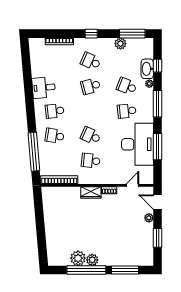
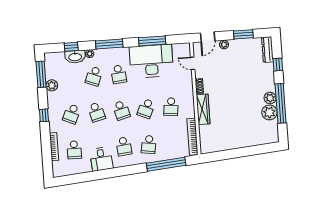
school desk: (55, 61) -> (74, 150), added
school desk: (91, 111) -> (121, 110), added
wardrobe: (91, 192) -> (203, 109), width x1.50
dresser: (141, 261) -> (268, 50), added
window: (125, 270) -> (278, 65), width x0.46

